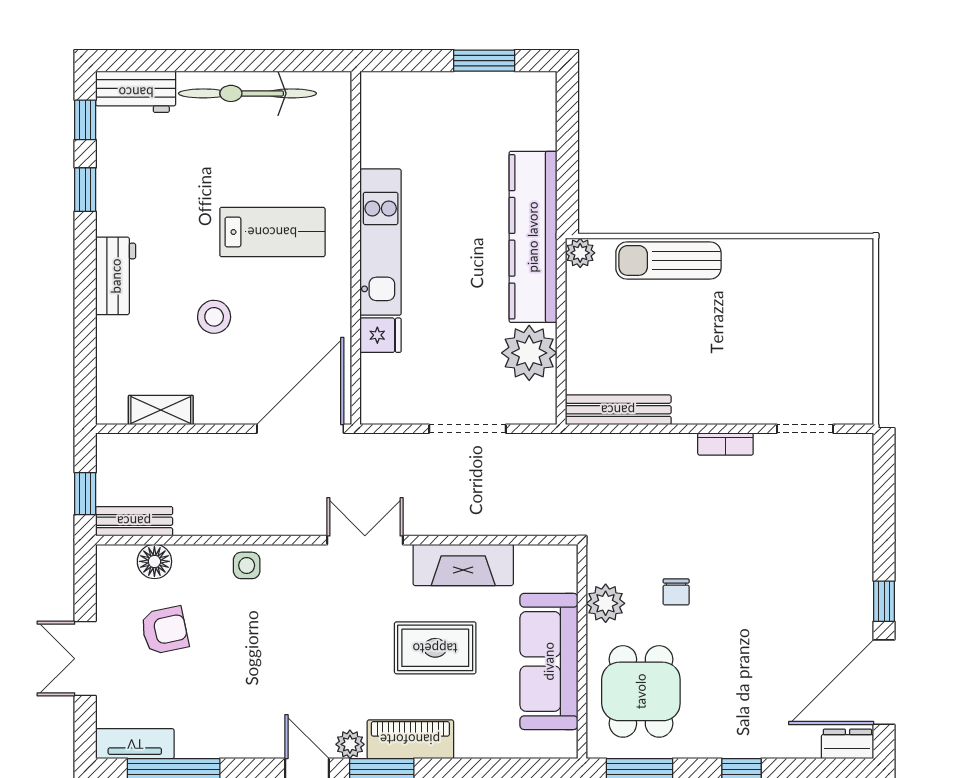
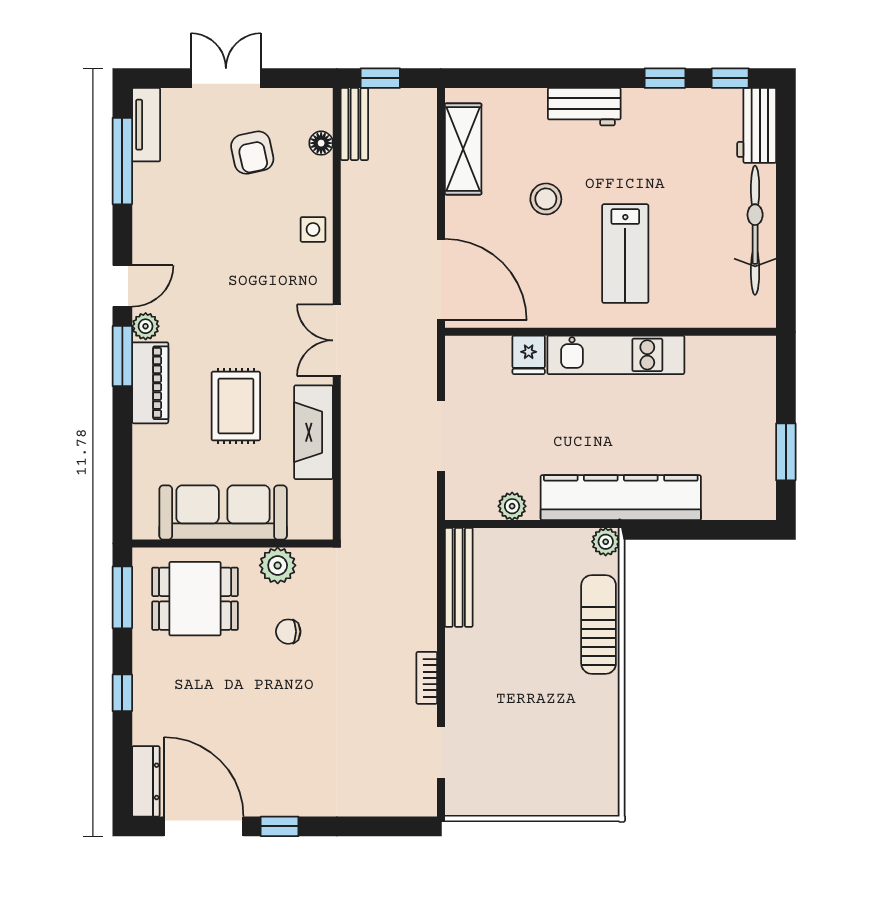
plant: (529, 353) -> (512, 506), width x0.53, depth x0.53
shelving: (161, 410) -> (463, 149), width x1.50, depth x1.33
double door: (365, 540) -> (337, 340), swing flipped
floor lamp: (154, 561) -> (321, 143), width x0.73, depth x0.73
dresser: (847, 744) -> (146, 781), width x1.44

